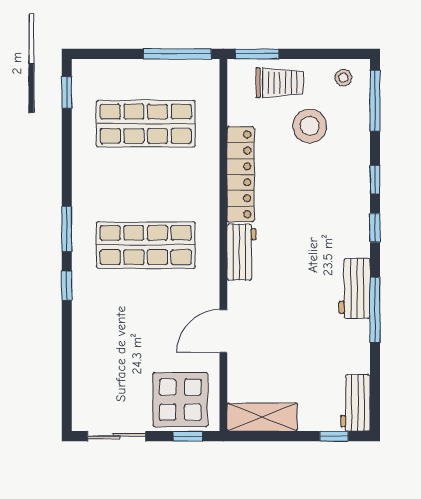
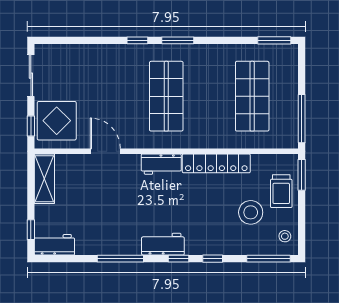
window: (67, 92) -> (274, 40), width x1.50
workbench: (355, 288) -> (163, 244), moved

